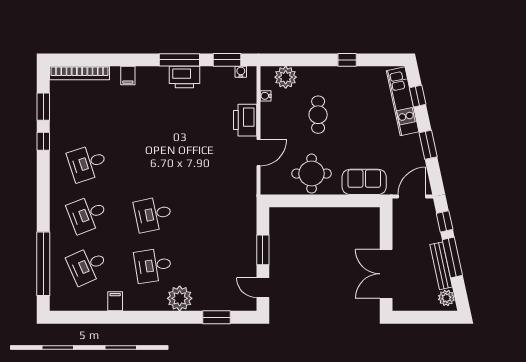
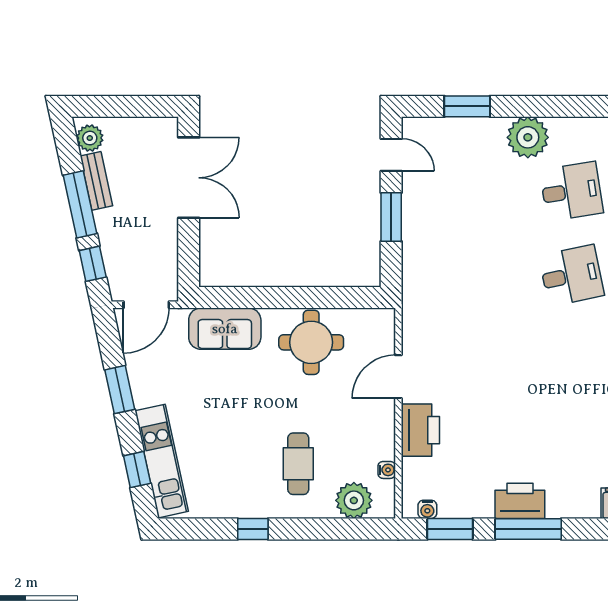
cafe table: (318, 115) -> (298, 464), moved
bench: (441, 266) -> (96, 181), width x0.73

